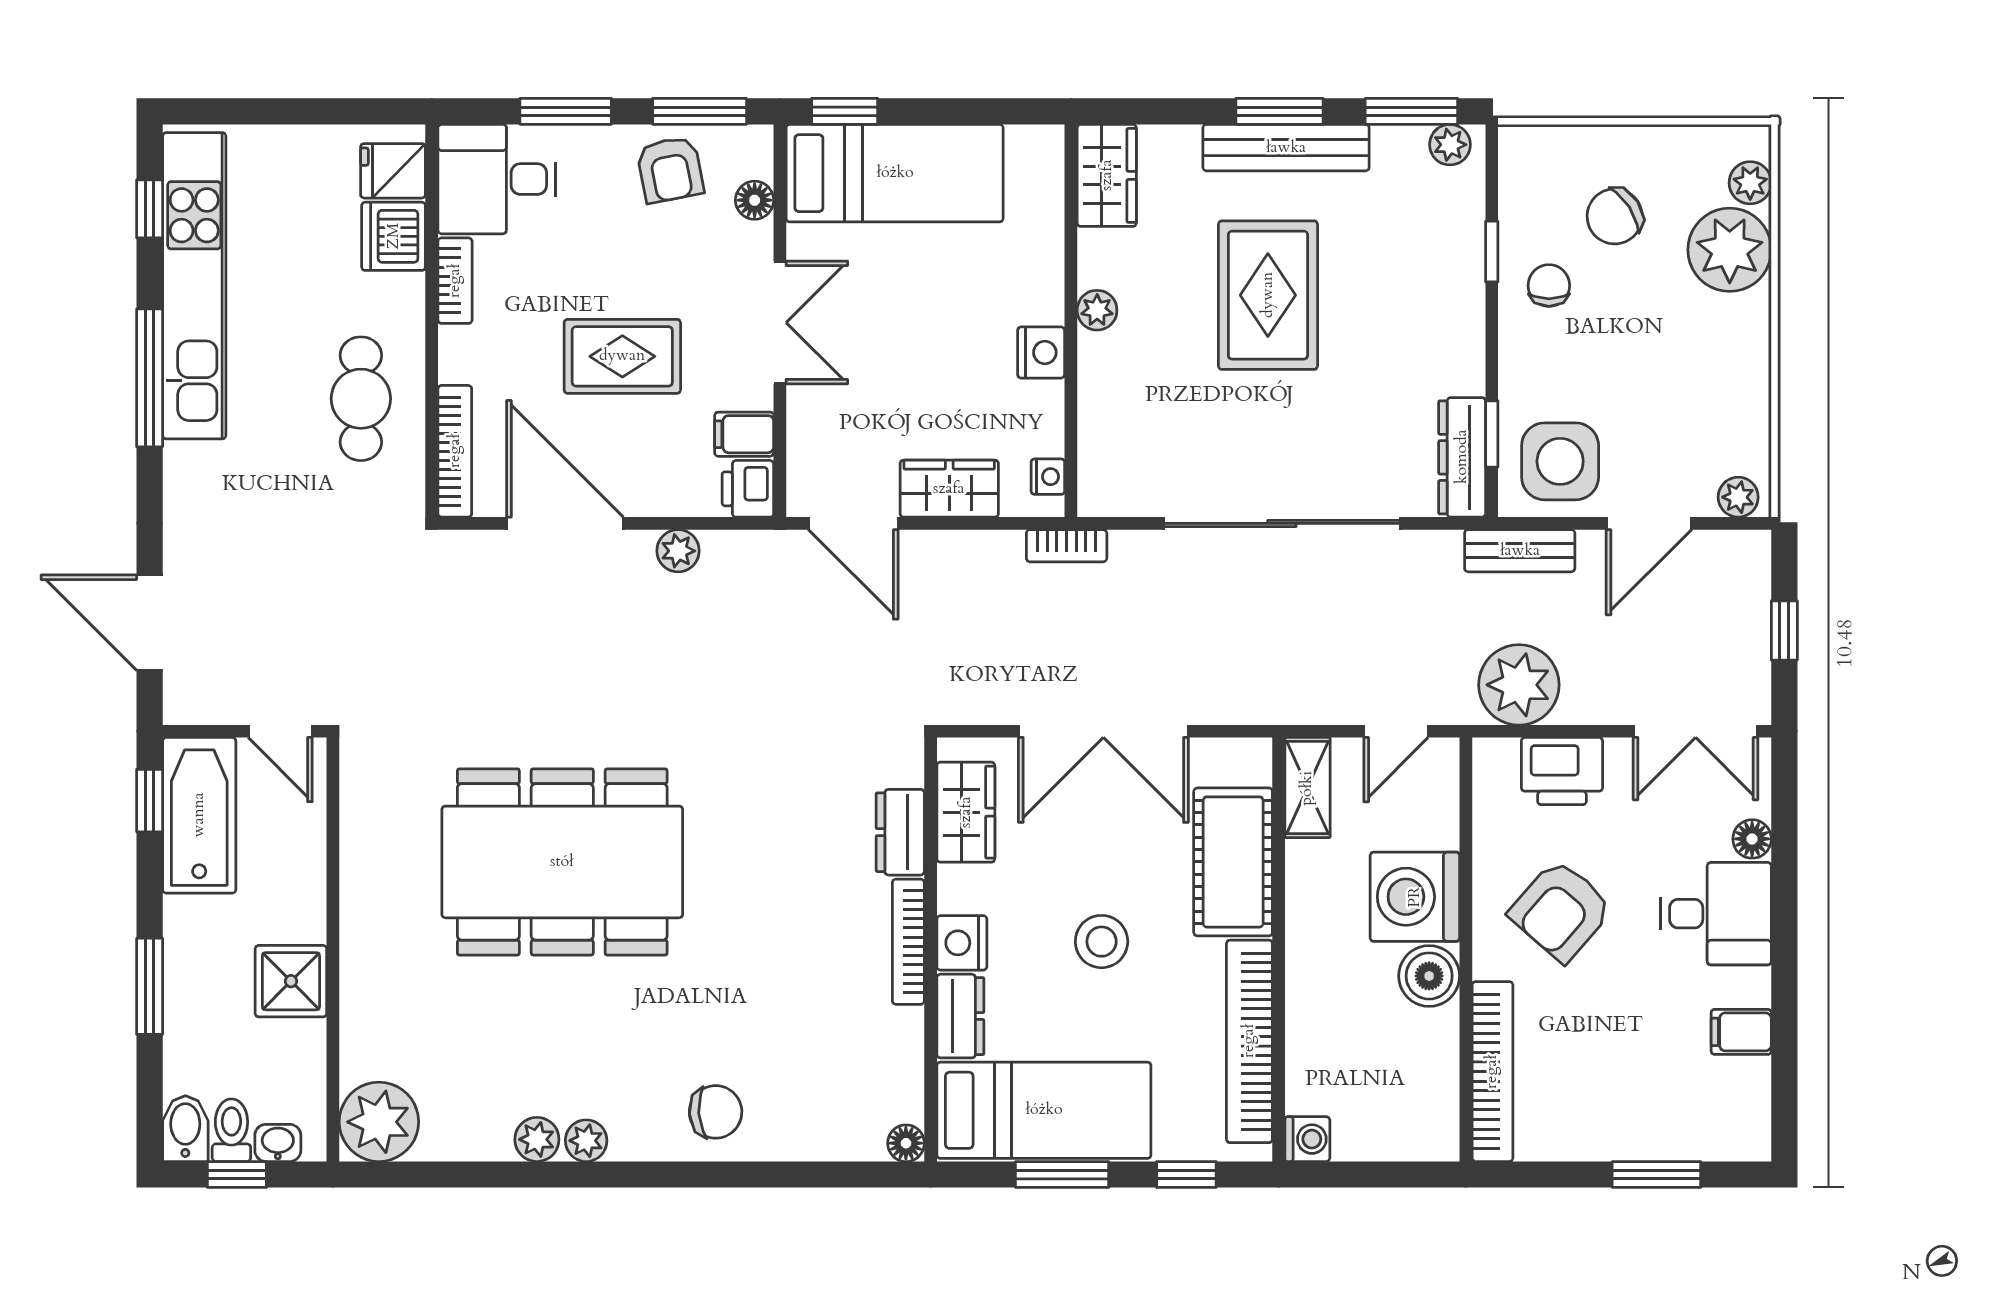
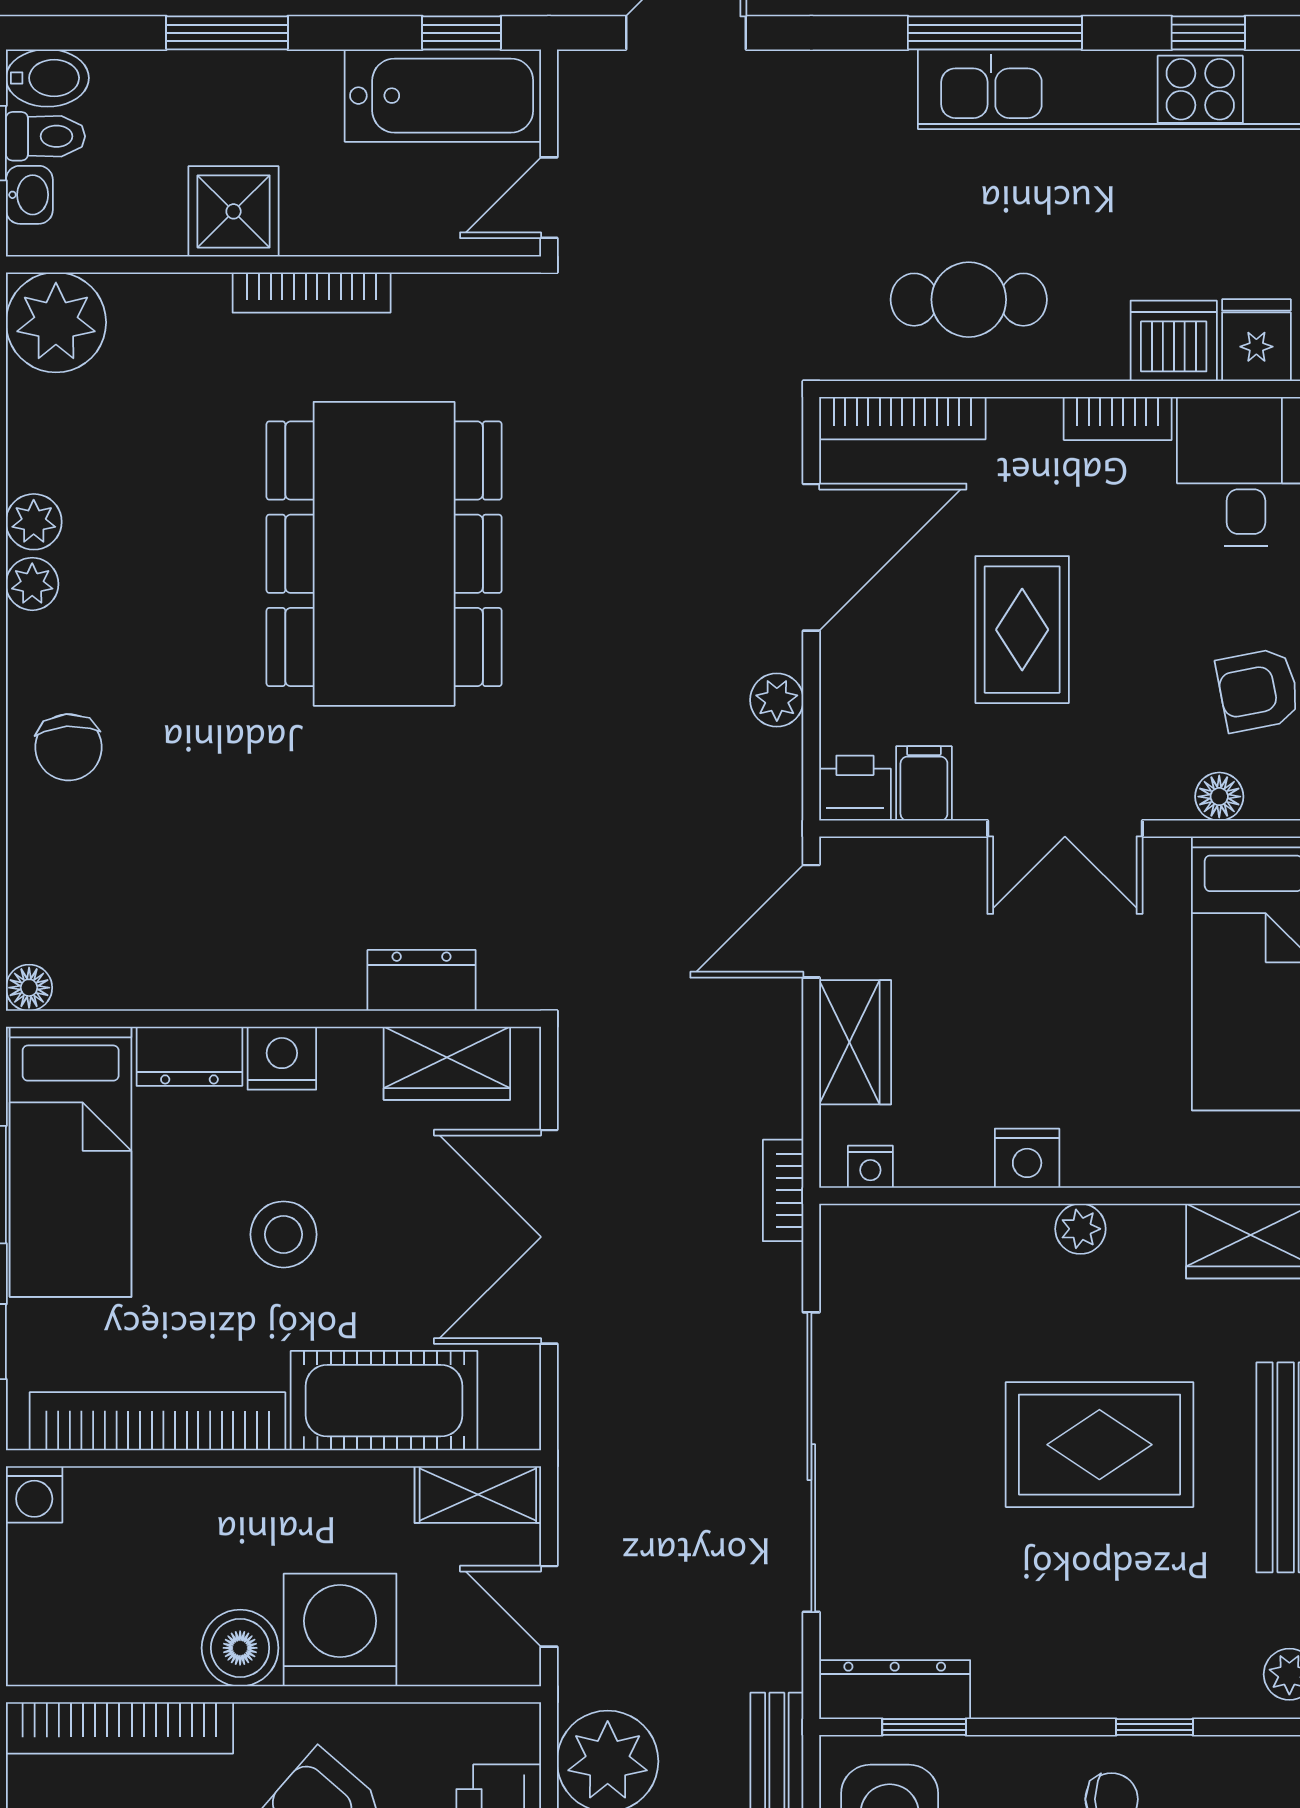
bookcase: (908, 942) -> (312, 293), moved, turned 180

